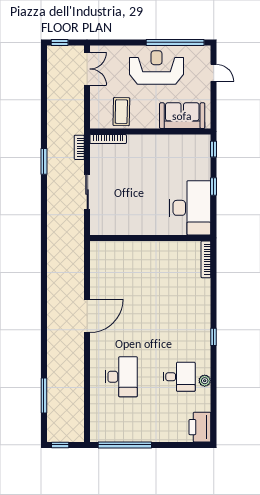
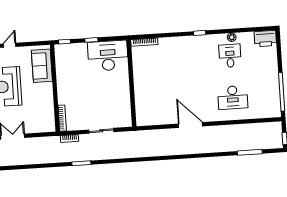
coffee table: (121, 112) -> (42, 110), removed
desk: (121, 377) -> (233, 97), turned 180

